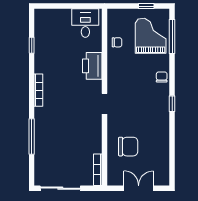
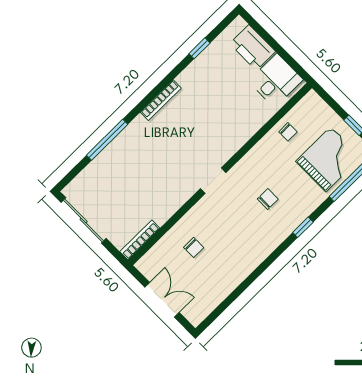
printer: (92, 66) -> (253, 48), moved, turned -90
chair: (162, 77) -> (268, 199), moved
window: (172, 104) -> (303, 227), moved
chair: (128, 147) -> (194, 247), width x0.54, depth x0.54

